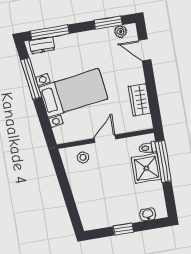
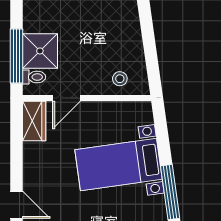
wardrobe: (140, 100) -> (34, 121), moved
door: (105, 139) -> (67, 98), moved

